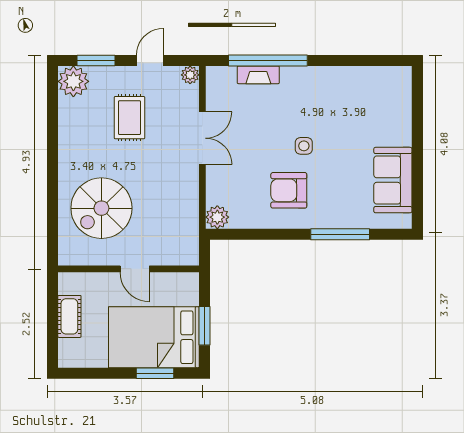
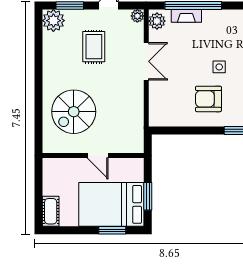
plant: (217, 217) -> (157, 21), moved
cot: (69, 316) -> (51, 211), moved

